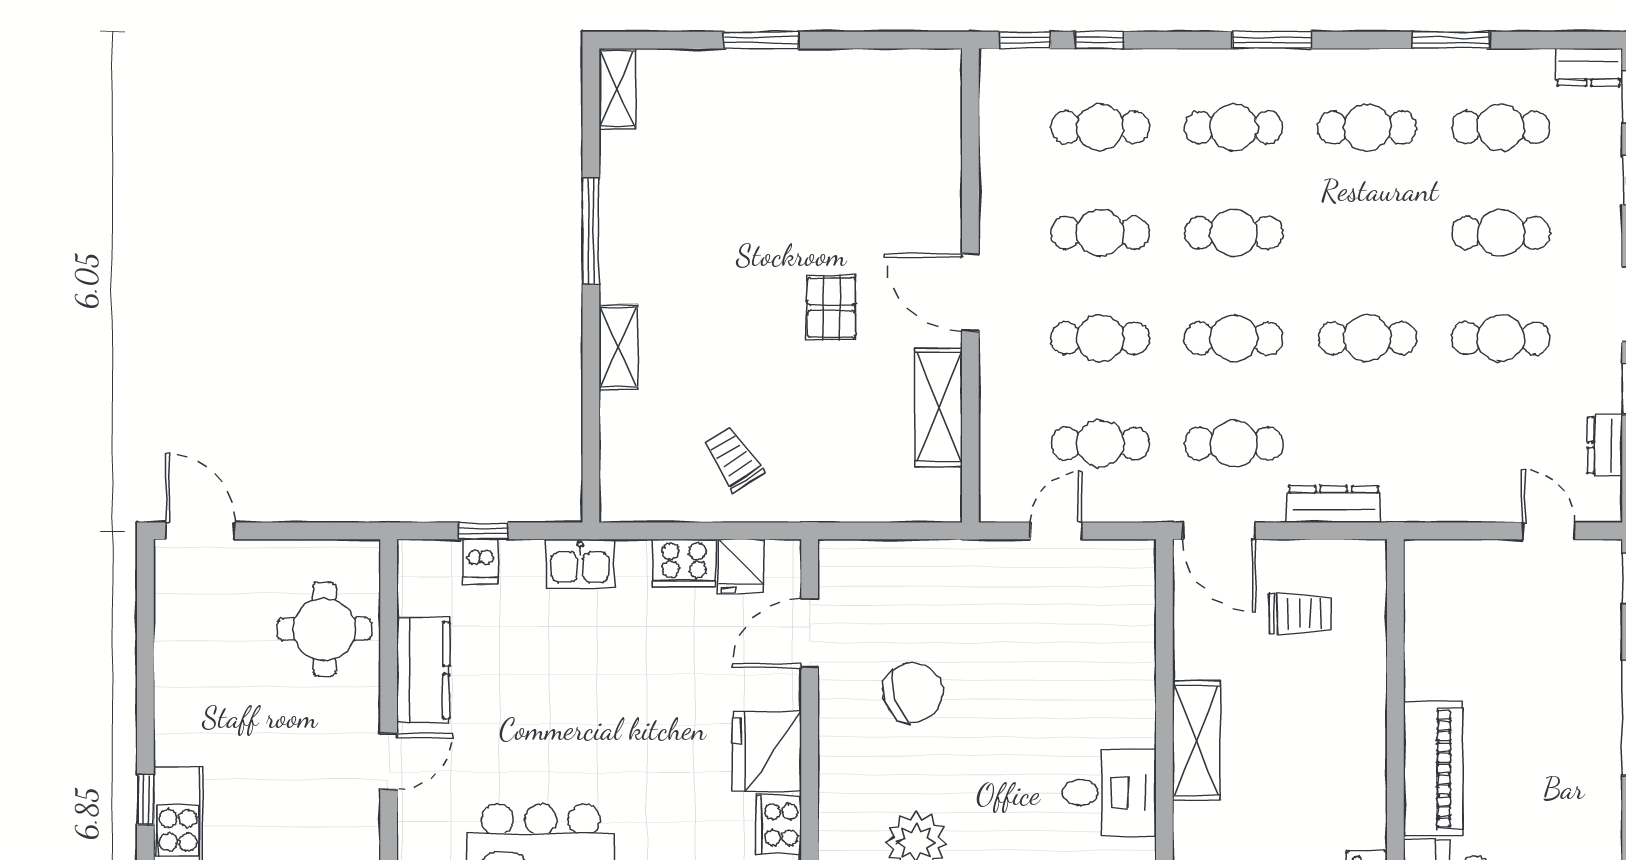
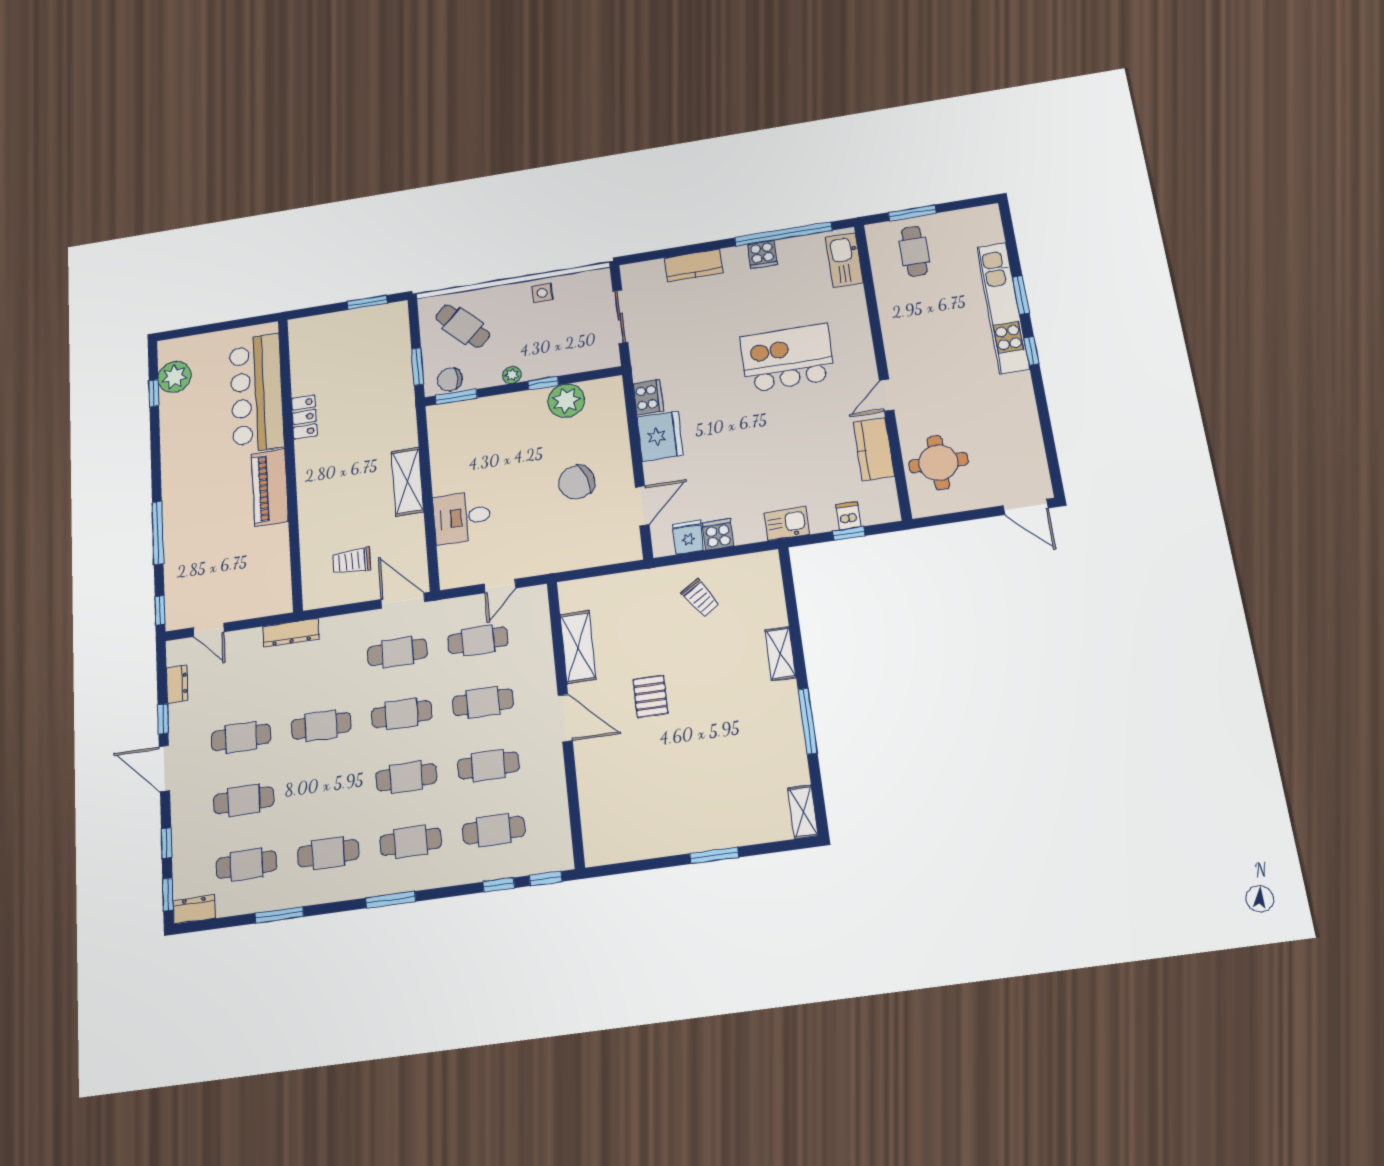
dresser: (1334, 504) -> (291, 633), moved
cooker: (684, 563) -> (718, 534), width x0.73
desk: (1109, 793) -> (462, 517), moved

